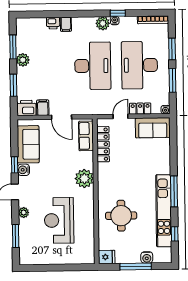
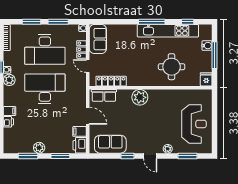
door: (62, 117) -> (88, 116), hinge flipped
water cooler: (24, 170) -> (132, 148), removed
reception desk: (59, 220) -> (194, 124), moved, turned -90

